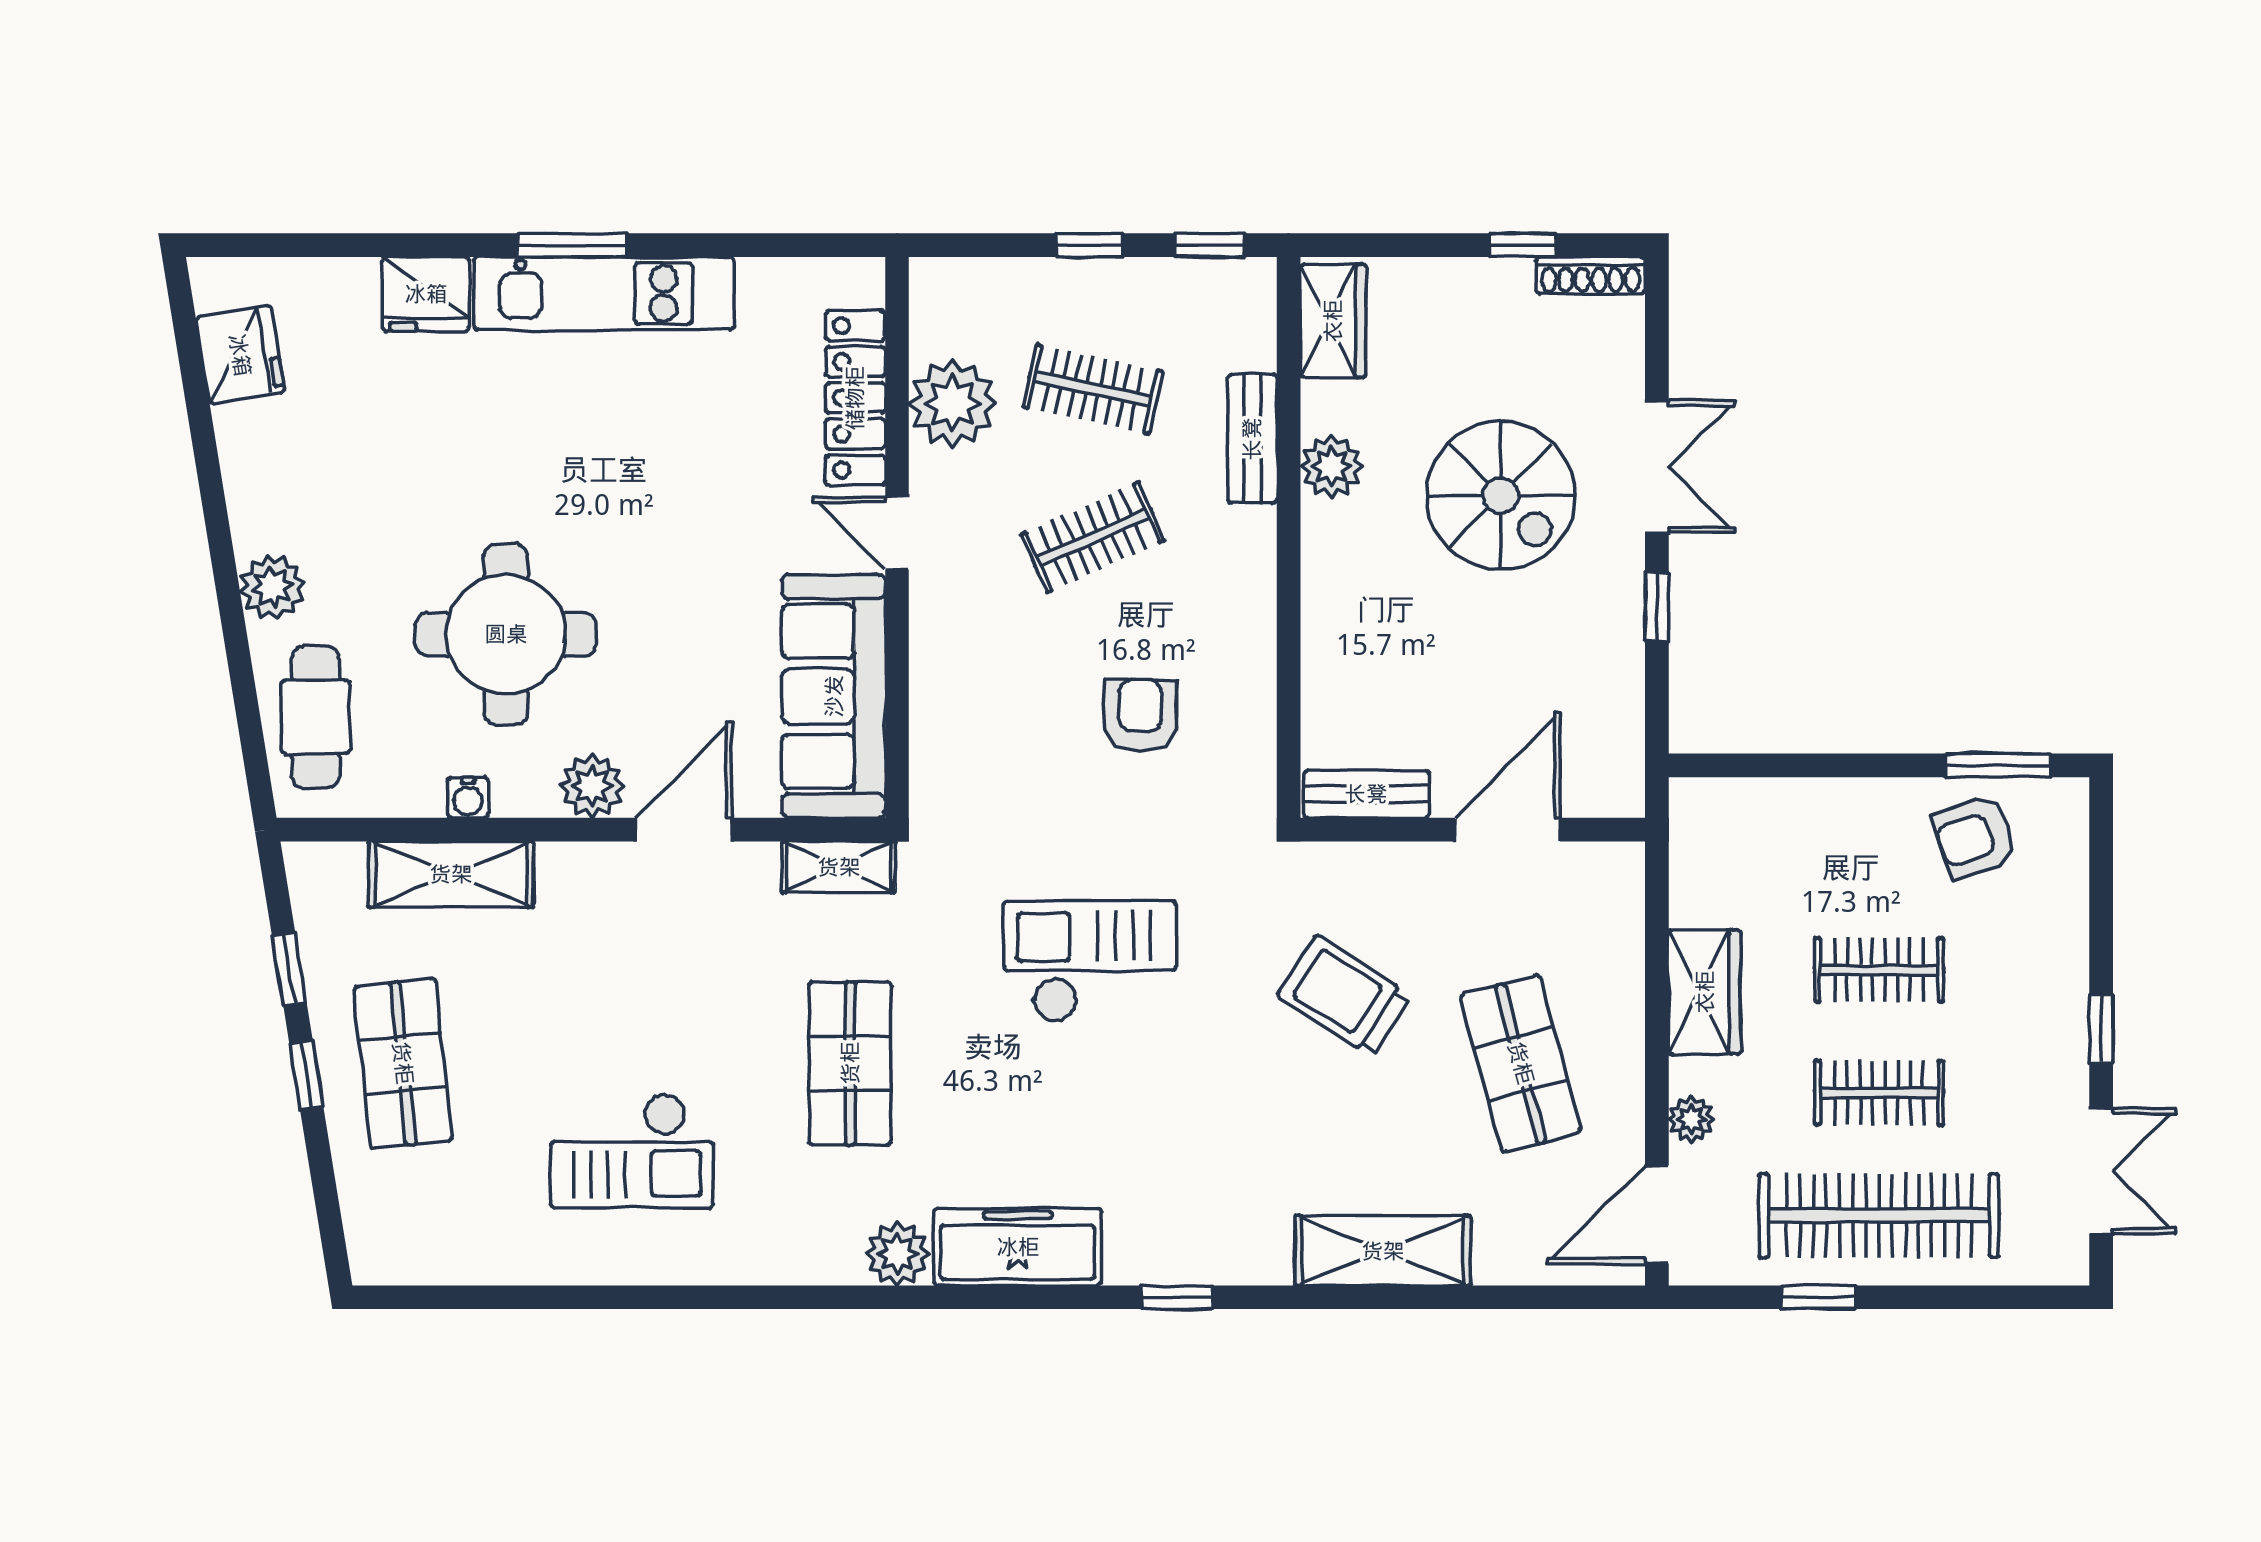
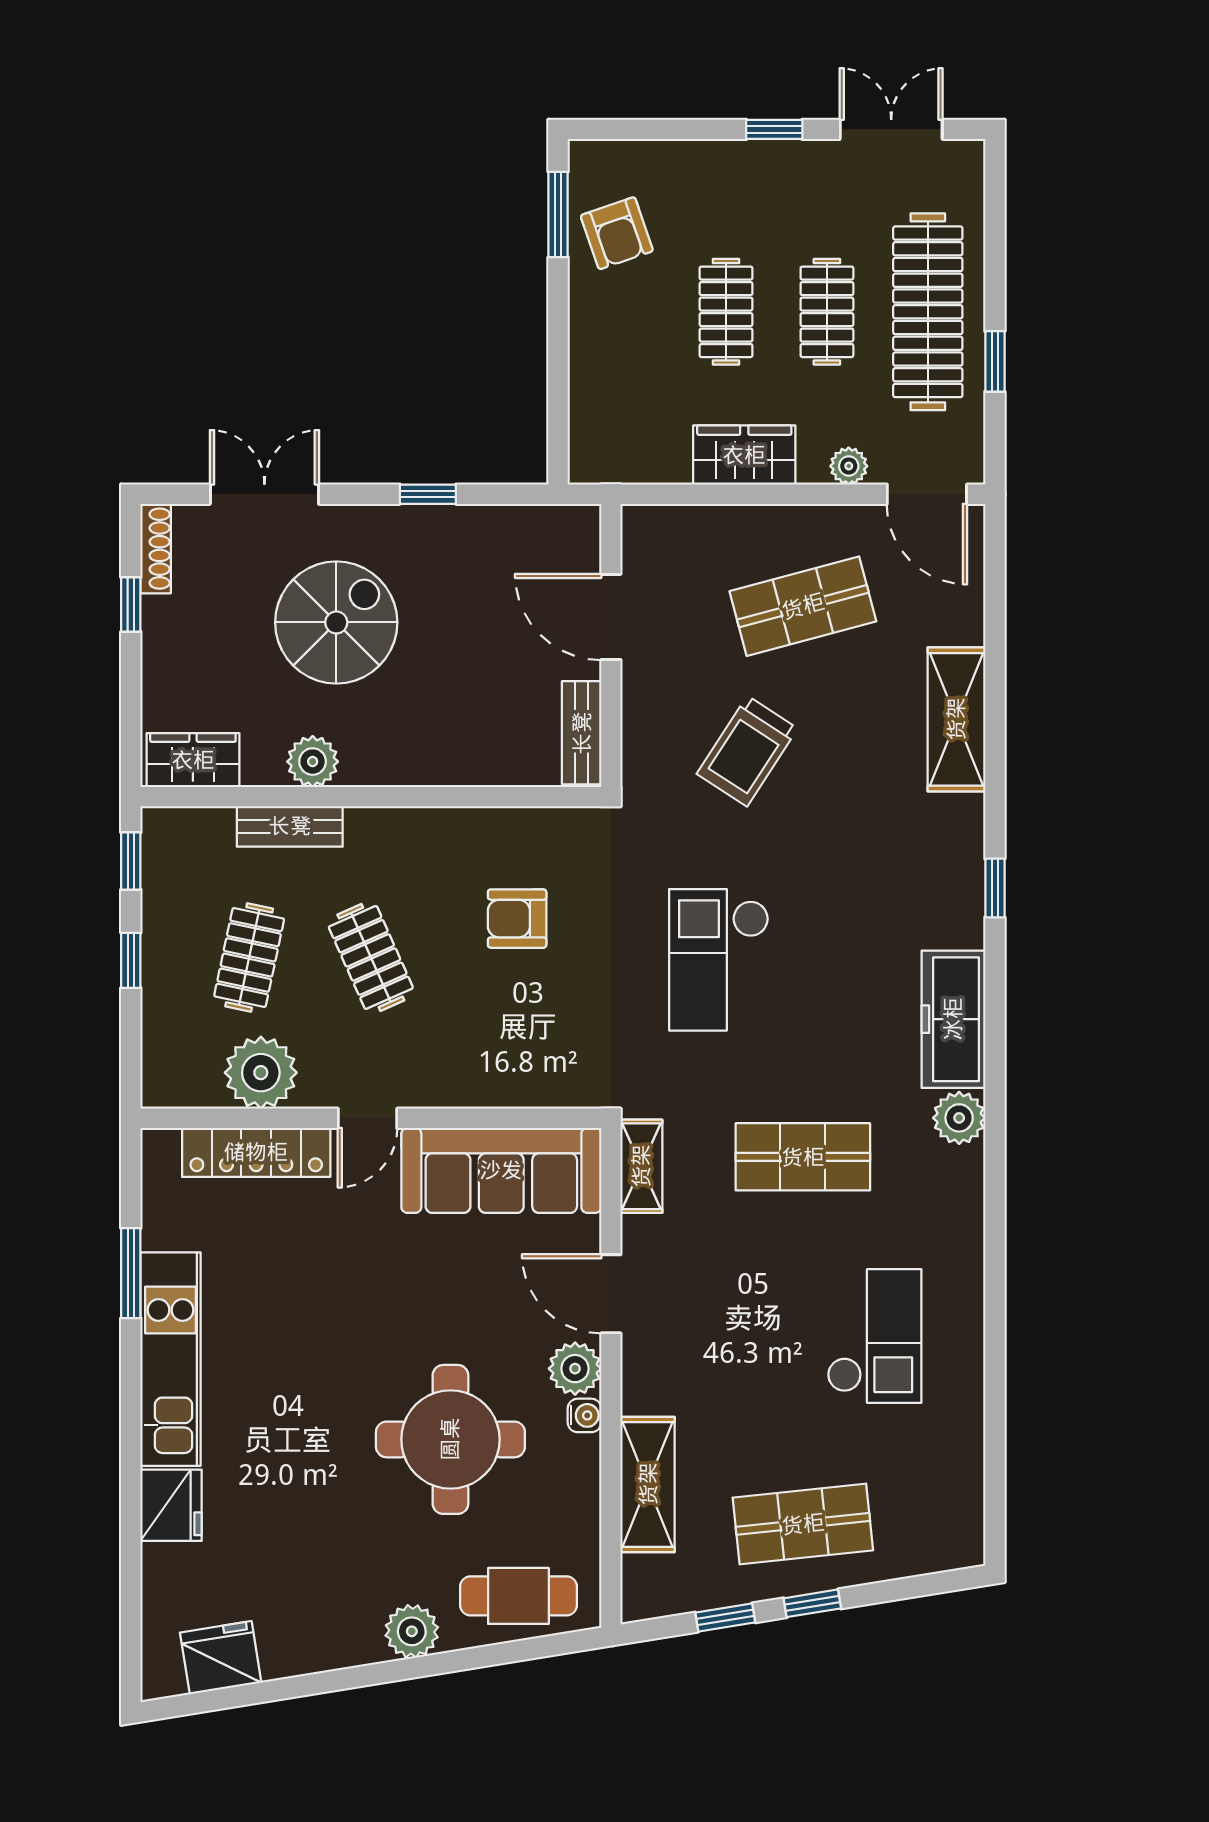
window: (572, 245) -> (131, 1273), moved
double door: (1657, 467) -> (264, 494), moved
water cooler: (468, 798) -> (585, 1415), moved

